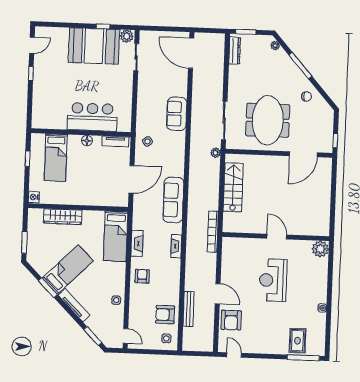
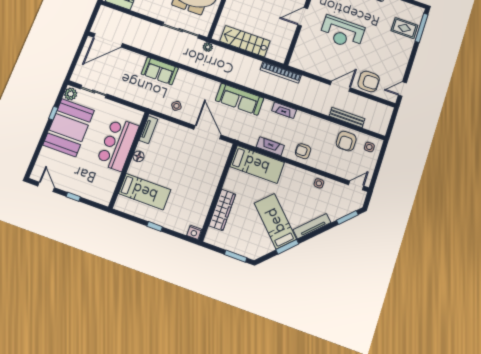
bar counter: (92, 117) -> (118, 144), moved
wall: (81, 133) -> (129, 160), moved
floor lamp: (87, 141) -> (138, 156), moved
tv unit: (115, 141) -> (148, 130), moved
bed: (56, 158) -> (145, 192), moved

